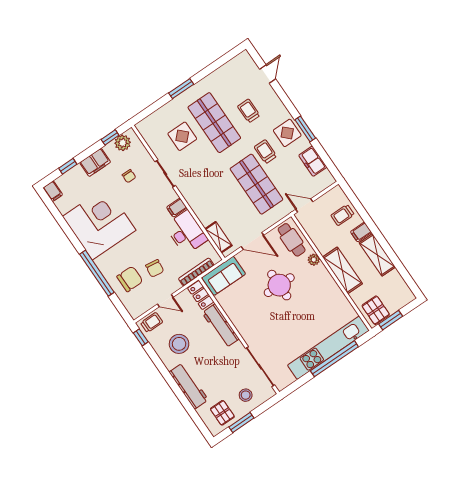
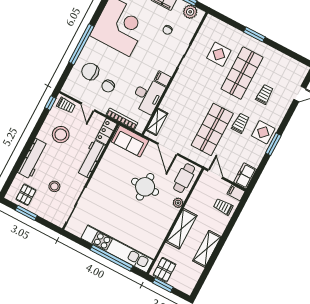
freezer: (313, 161) -> (245, 176), moved
filing cabinet: (361, 232) -> (236, 193), moved
chair: (130, 279) -> (90, 71), turned 180
stool: (246, 395) -> (54, 186), moved

